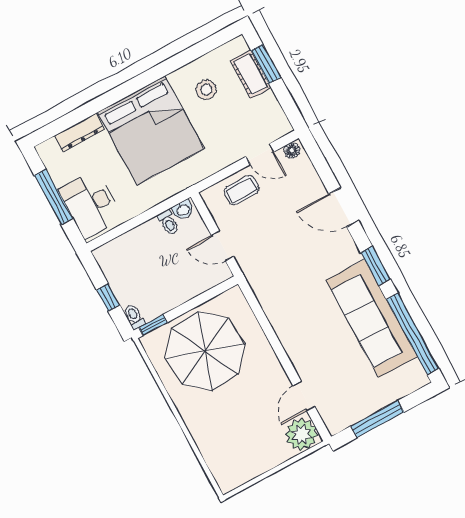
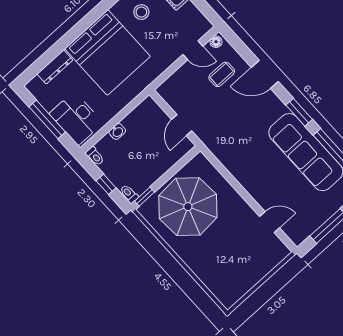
coffee table: (242, 190) -> (222, 74), moved
washbasin: (183, 210) -> (117, 131), moved
toilet: (168, 222) -> (95, 156), moved
door: (222, 246) -> (182, 125), hinge flipped
door: (304, 396) -> (270, 222), swing flipped
plant: (301, 434) -> (275, 251), removed

